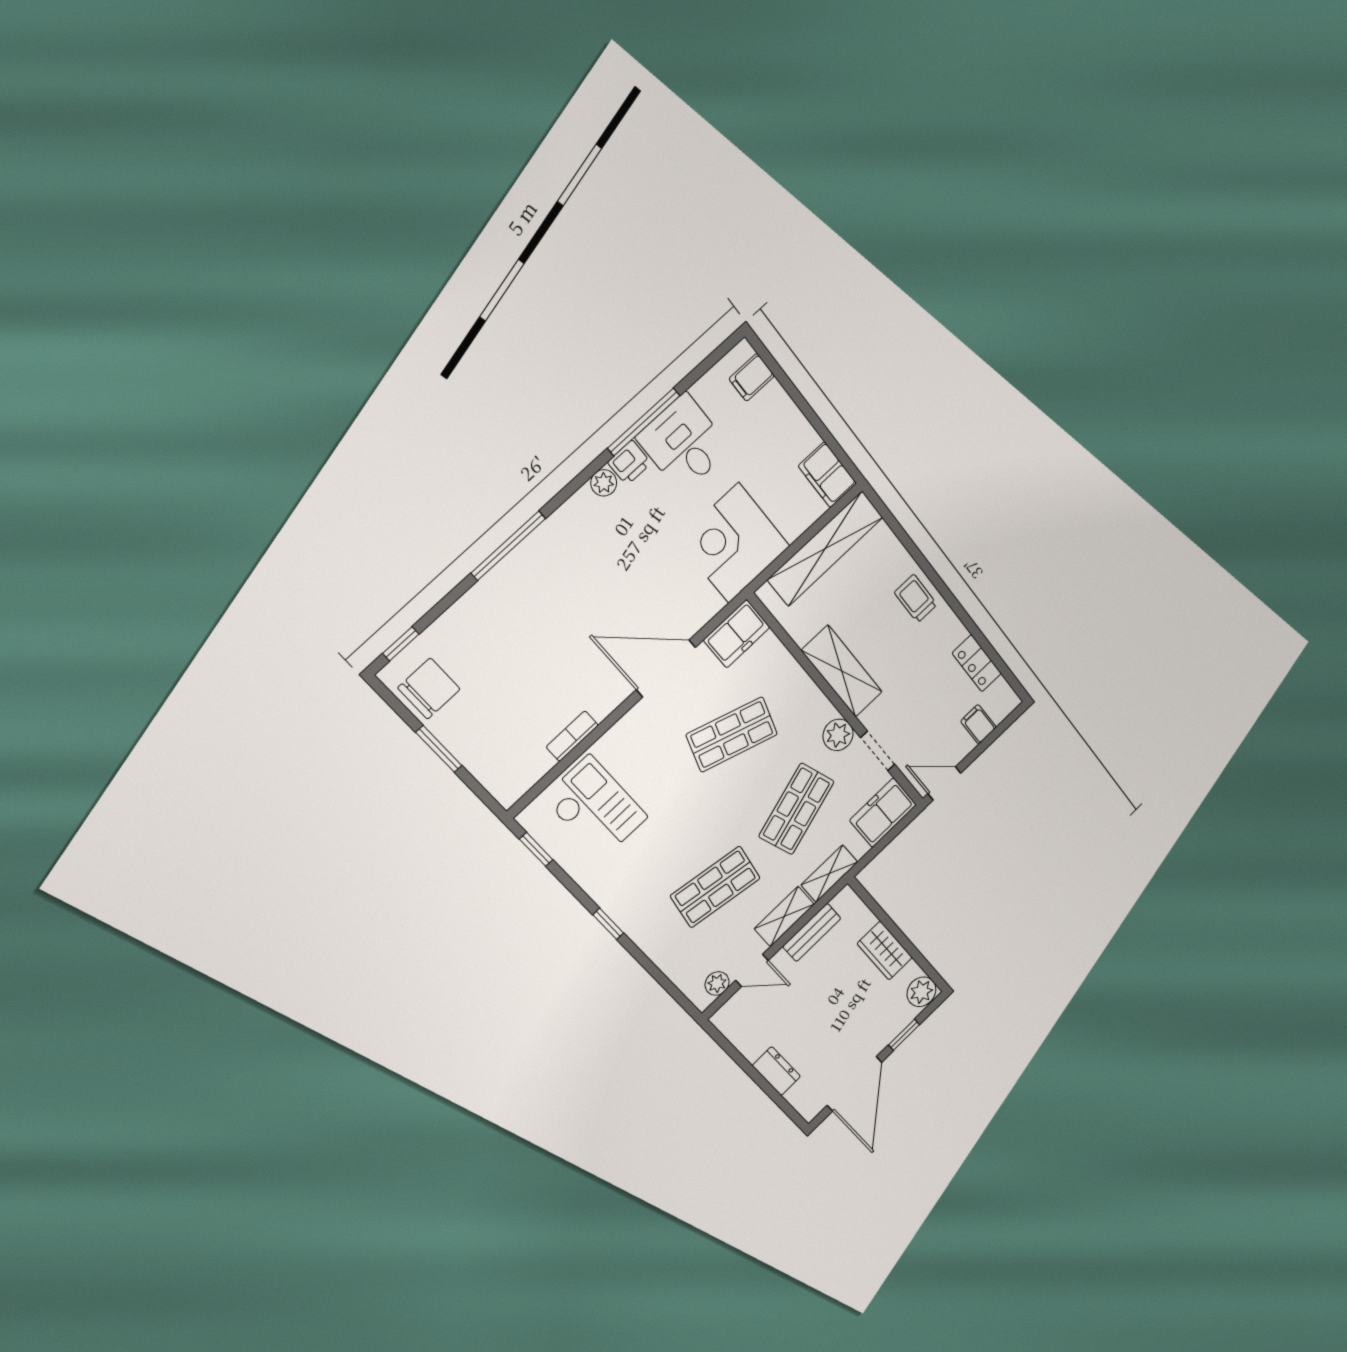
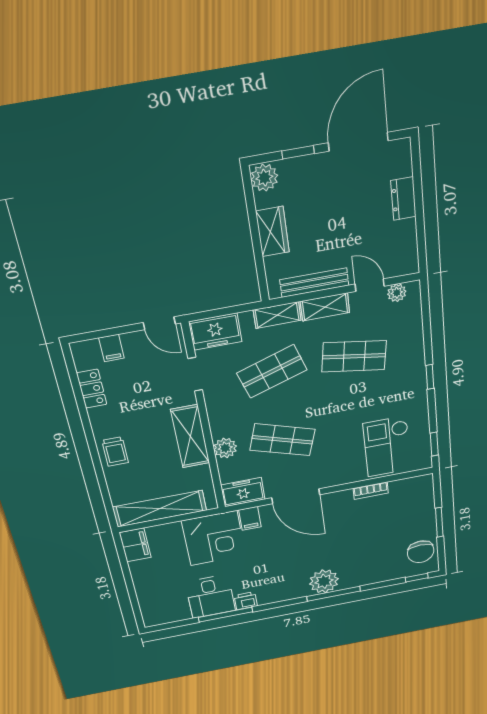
filing cabinet: (752, 377) -> (250, 518), moved, turned 90
plant: (604, 483) -> (324, 581), moved, width x1.88, depth x1.88
chair: (429, 689) -> (421, 552), turned -90
plant: (838, 735) -> (225, 448), moved
bench: (812, 932) -> (314, 283), width x1.36

